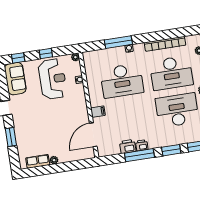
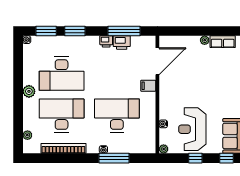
window: (139, 155) -> (124, 31), moved

